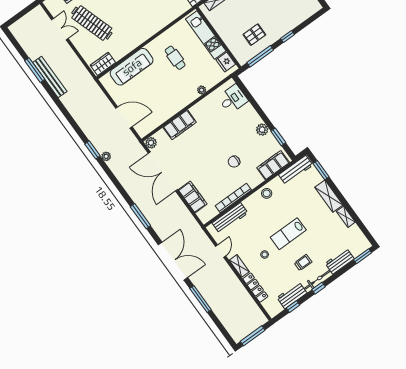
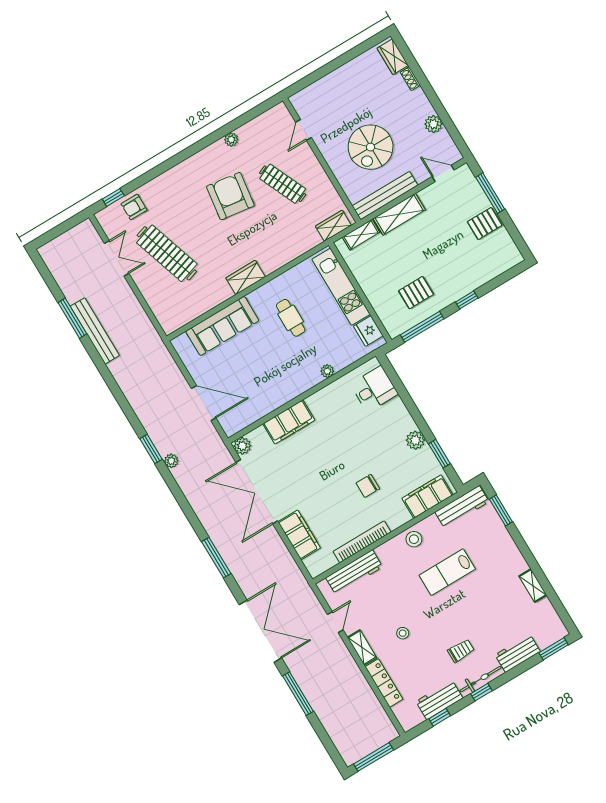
wardrobe: (103, 64) -> (246, 277), moved
shelving: (329, 196) -> (510, 552), removed
lab bench: (288, 234) -> (447, 572), moved

